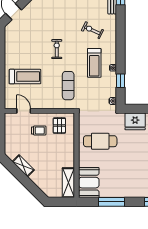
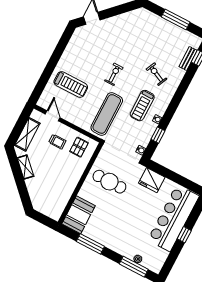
exercise mat: (68, 86) -> (107, 114), width x1.36, depth x1.45
shelving: (68, 183) -> (27, 134), moved

